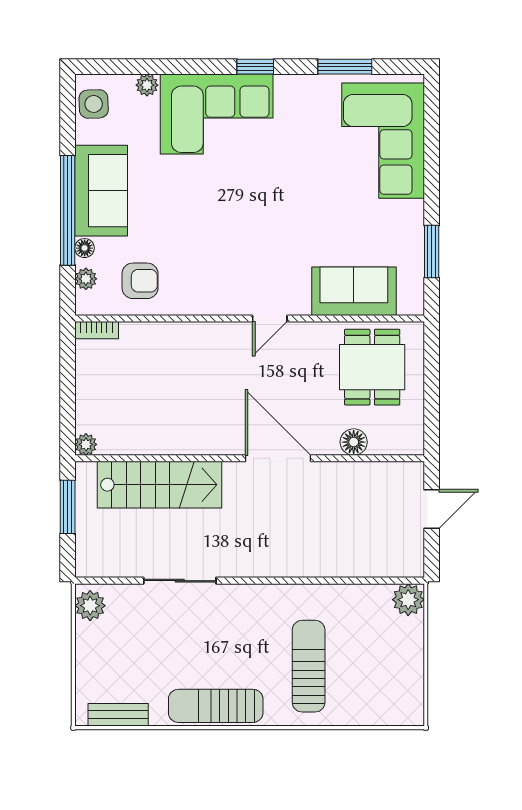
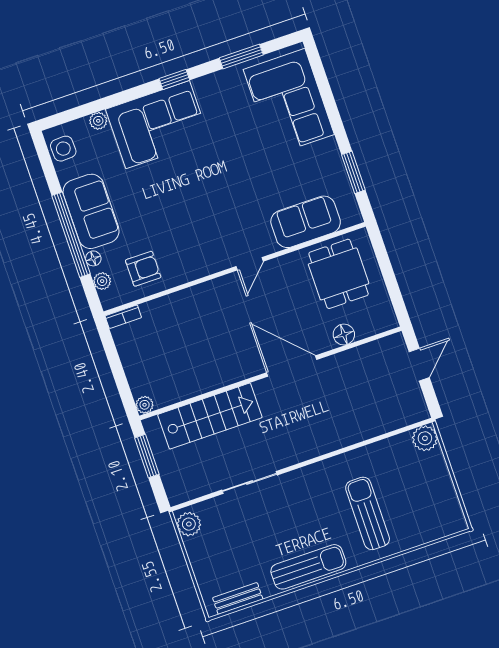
sun lounger: (216, 706) -> (308, 567), turned 180

